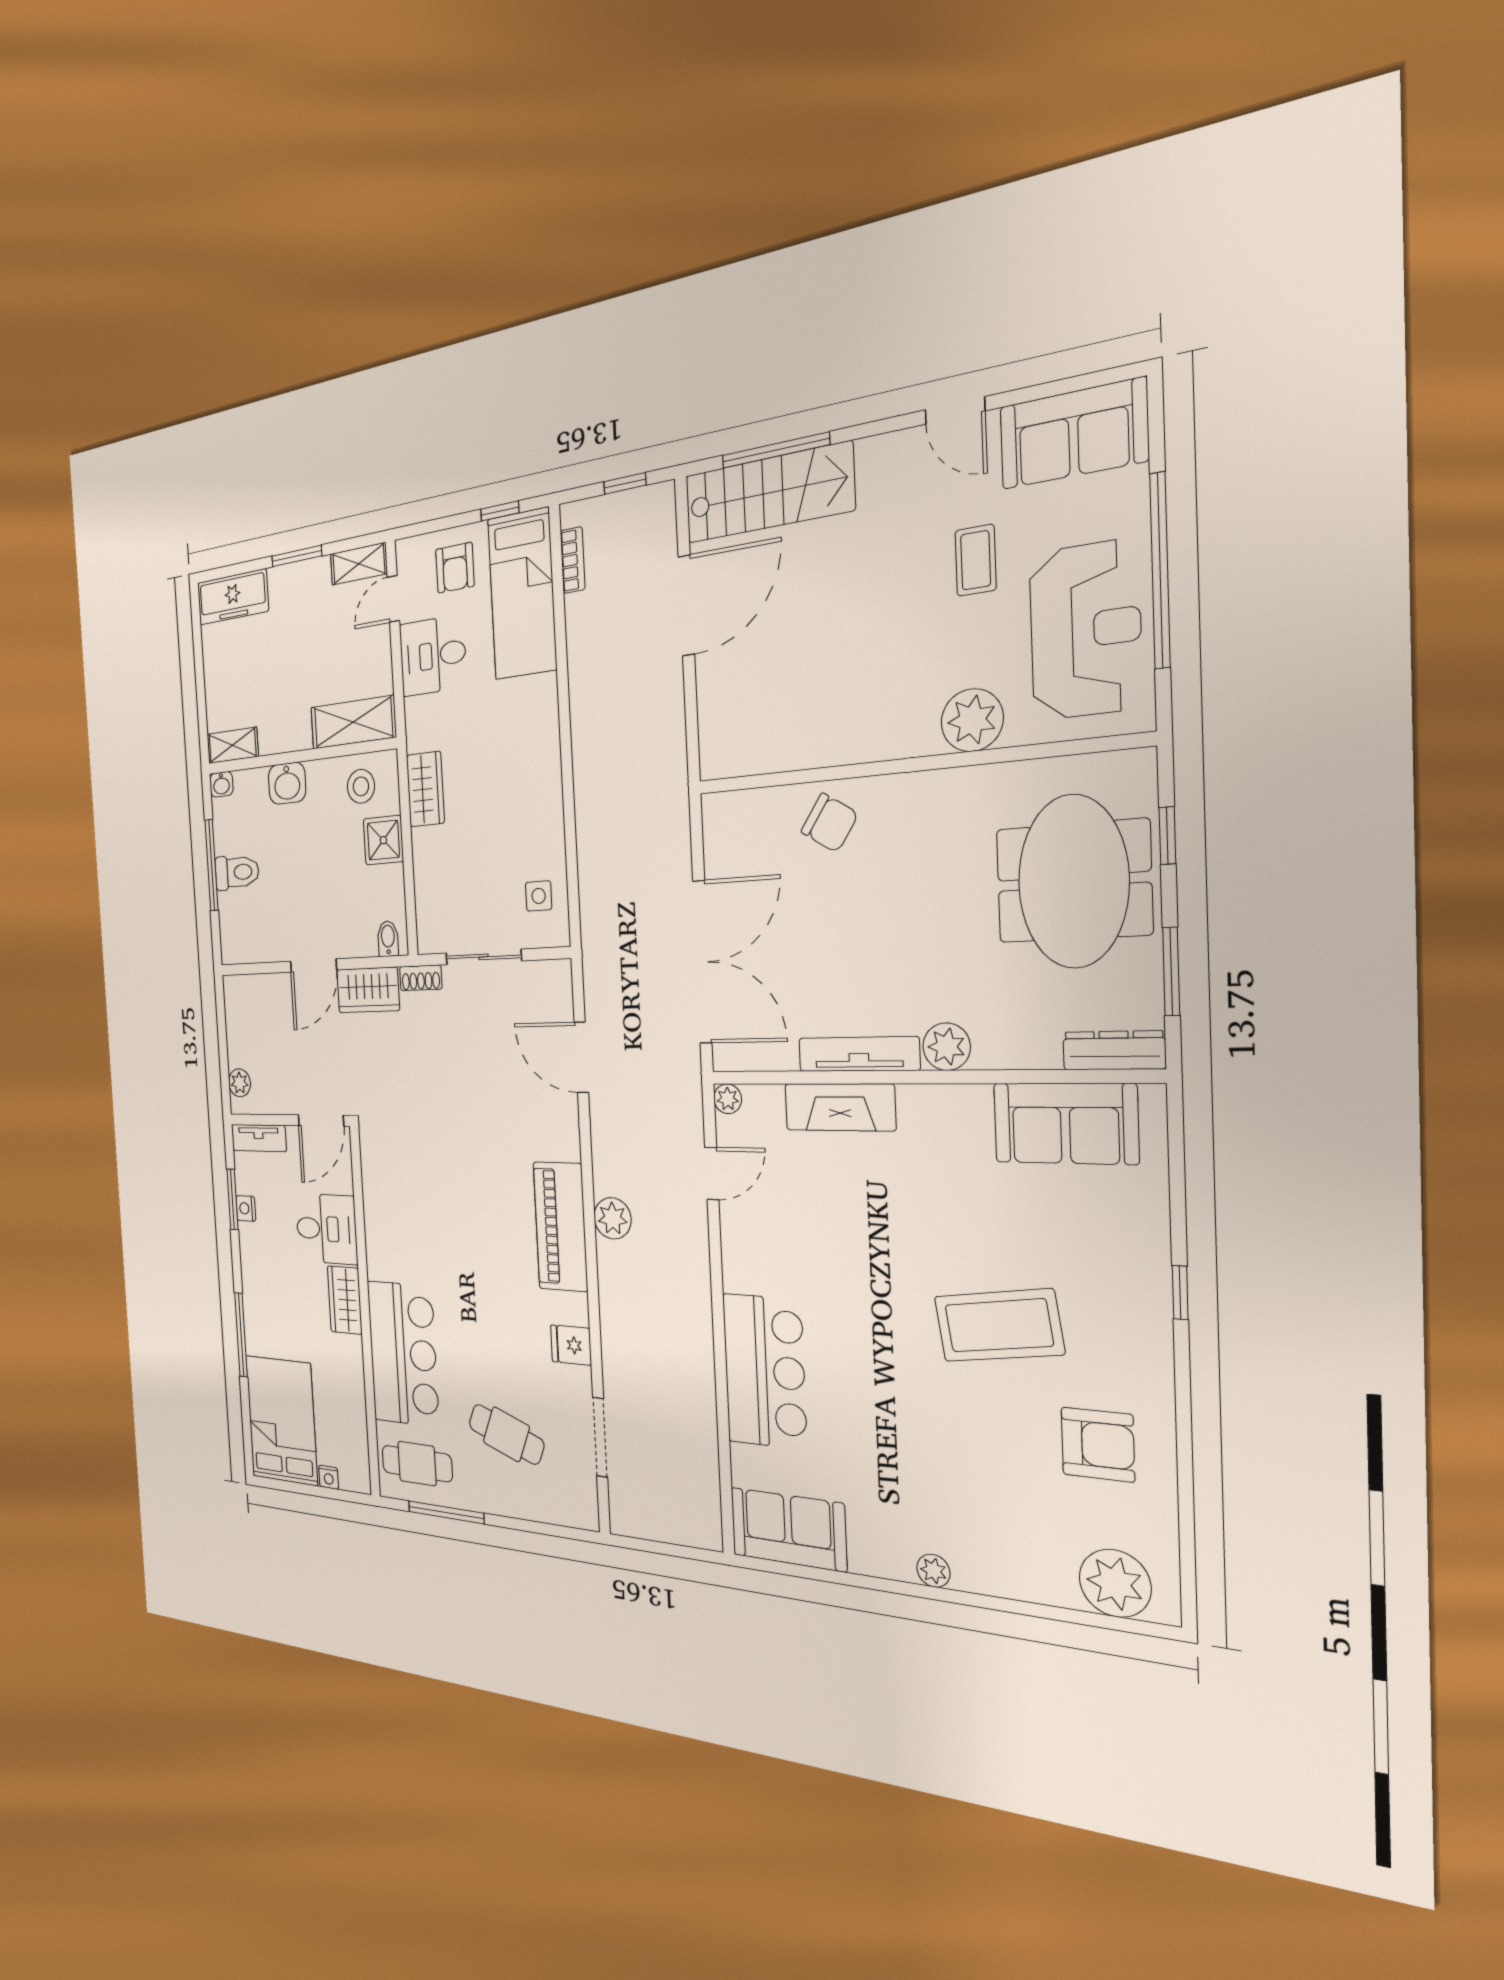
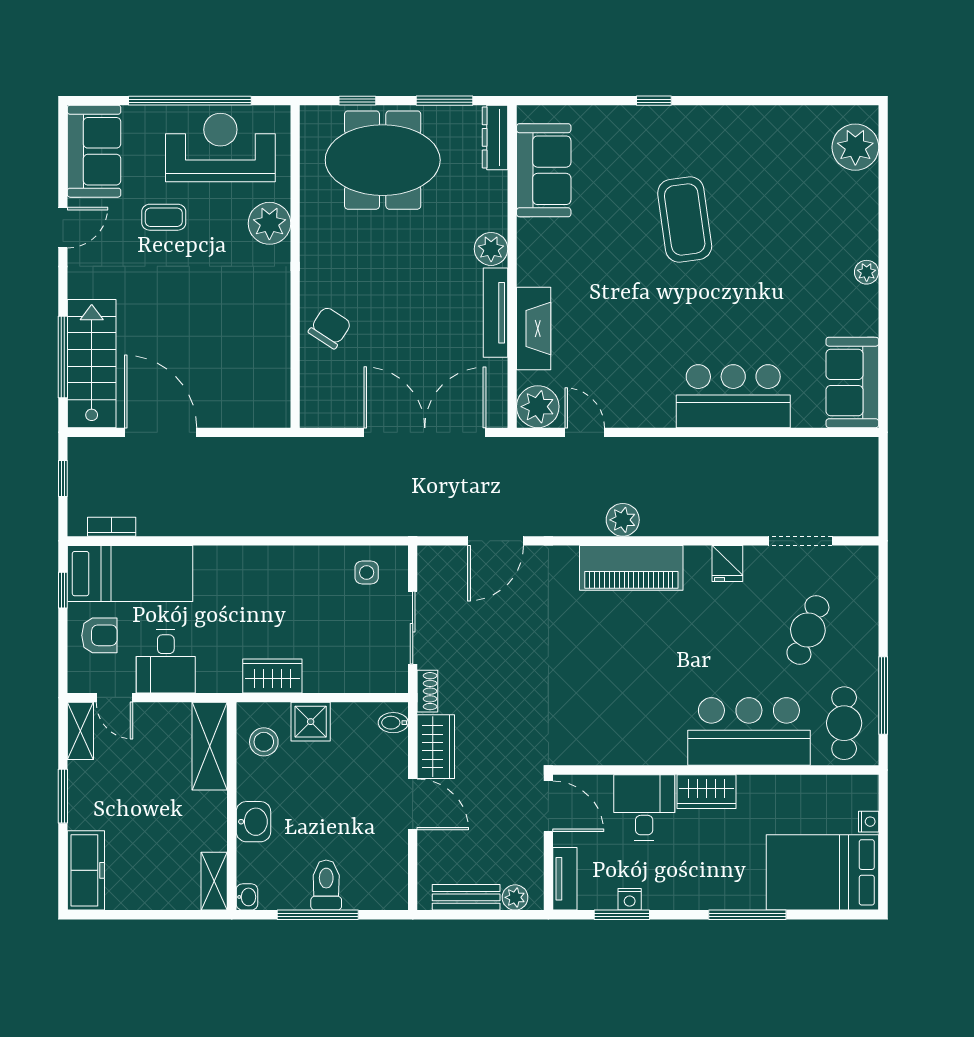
bench: (236, 1029) -> (466, 897), added
plant: (728, 1099) -> (538, 407), width x1.87, depth x1.87
armchair: (1098, 1445) -> (761, 156), removed

